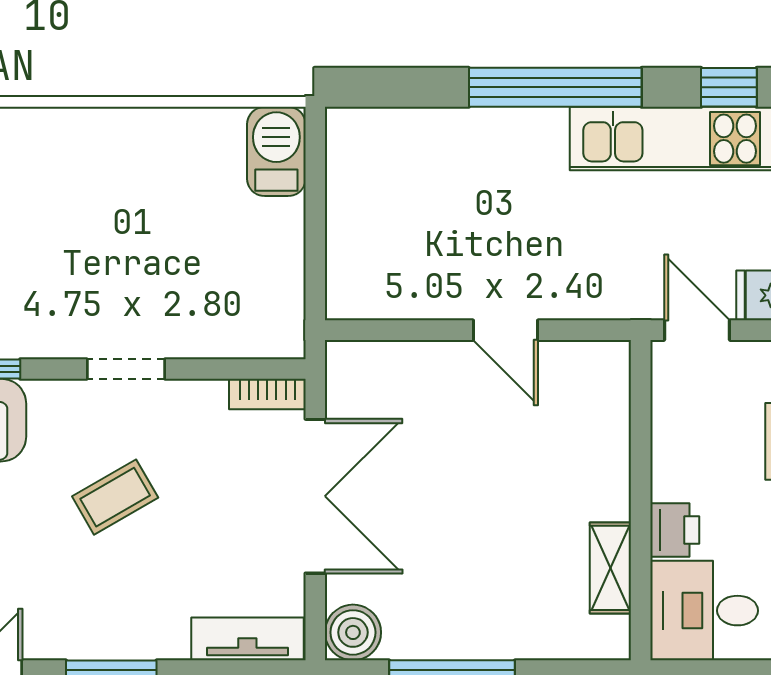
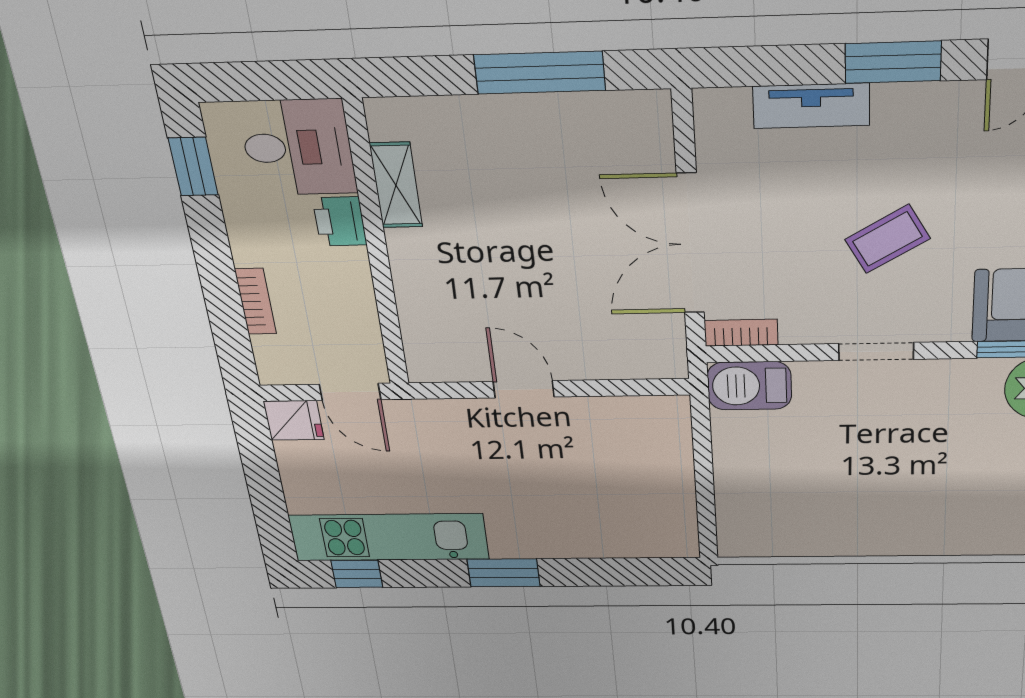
window: (555, 87) -> (504, 573), width x0.47
barbecue: (276, 151) -> (749, 386), moved, turned 90
boiler: (353, 632) -> (645, 117), removed
tv unit: (247, 639) -> (811, 106), moved

